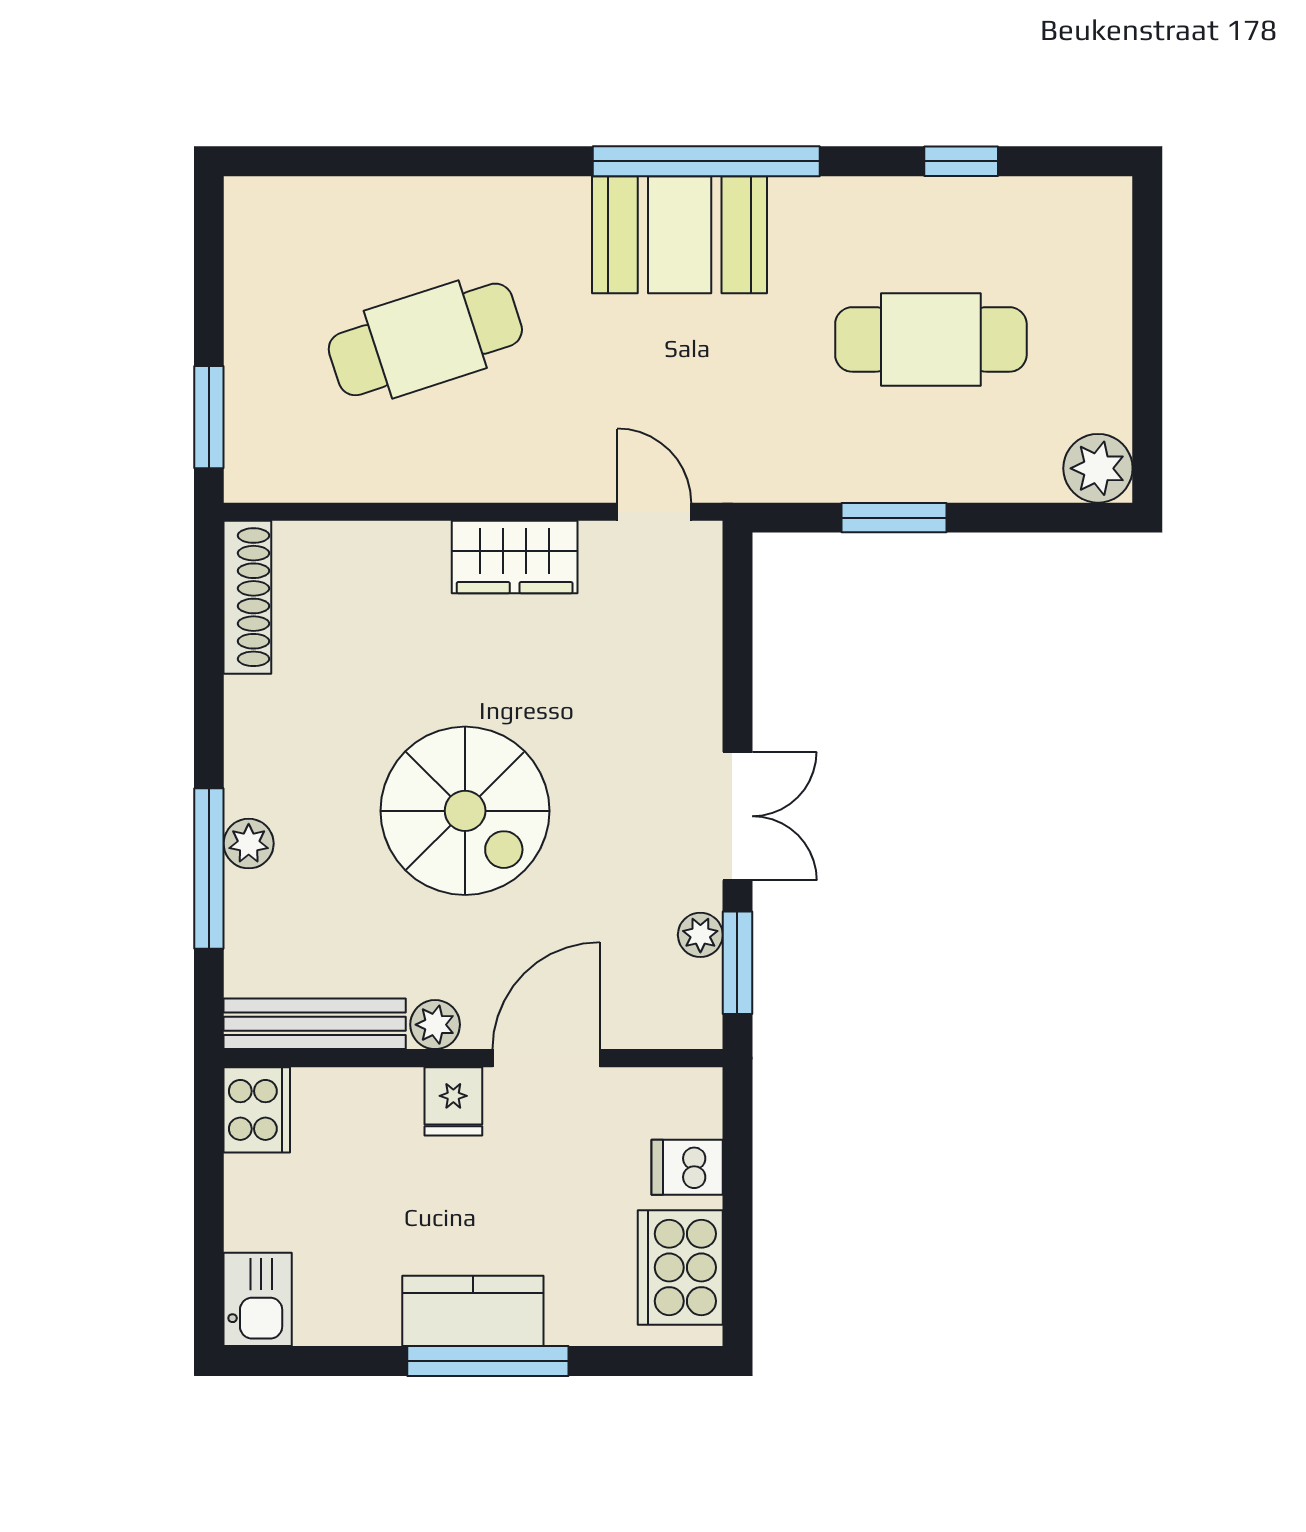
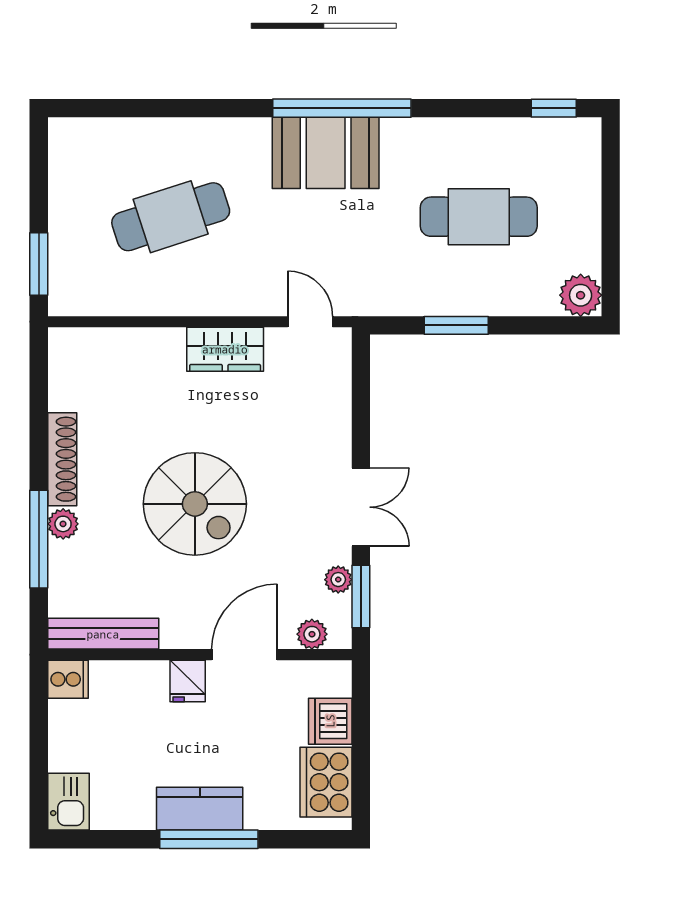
window: (961, 161) -> (554, 108), moved
shoe rack: (247, 597) -> (62, 459), moved
plant: (435, 1025) -> (312, 634), moved
cooker: (257, 1110) -> (68, 679), width x0.73
dishwasher: (687, 1167) -> (330, 721), width x1.38

